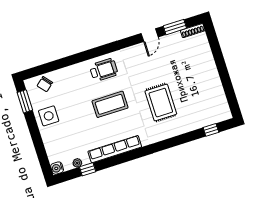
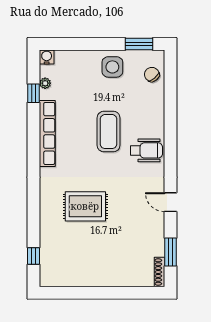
door: (150, 35) -> (170, 202), moved
wheelchair: (104, 70) -> (146, 150), turned -90
coffee table: (110, 104) -> (109, 132), moved

